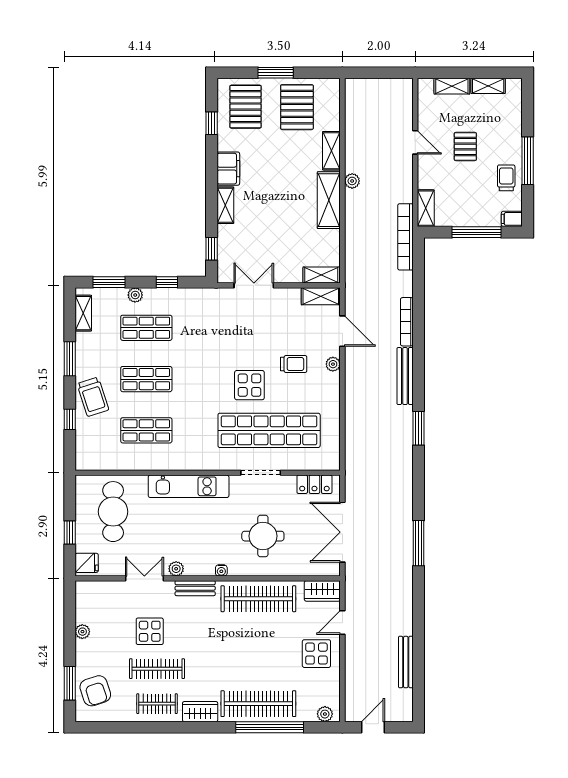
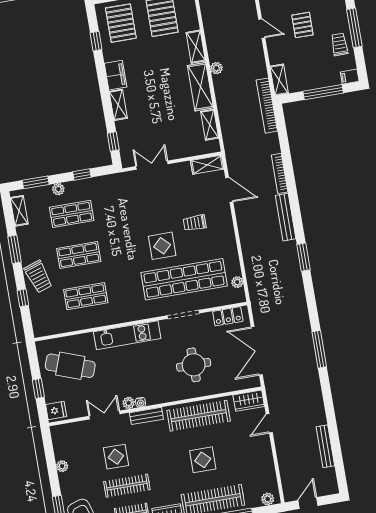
shelving: (321, 275) -> (210, 125), moved, turned 90
trolley: (294, 364) -> (195, 223), turned 180
plant: (333, 364) -> (237, 282), moved
cafe table: (113, 512) -> (70, 366), turned -70
water cooler: (221, 570) -> (141, 402), moved
display table: (316, 654) -> (203, 460), moved

